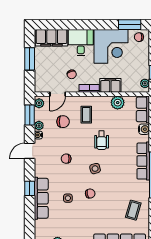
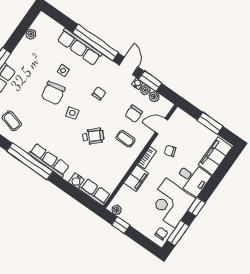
window: (100, 25) -> (197, 207), added
door: (58, 94) -> (161, 126), hinge flipped
plant: (39, 103) -> (154, 97), moved
plant: (118, 103) -> (117, 174), removed
window: (30, 115) -> (150, 81), moved
wheelchair: (102, 140) -> (93, 136), turned 137
window: (30, 188) -> (95, 43), width x3.17
chair: (90, 194) -> (53, 93), width x1.87, depth x1.87

